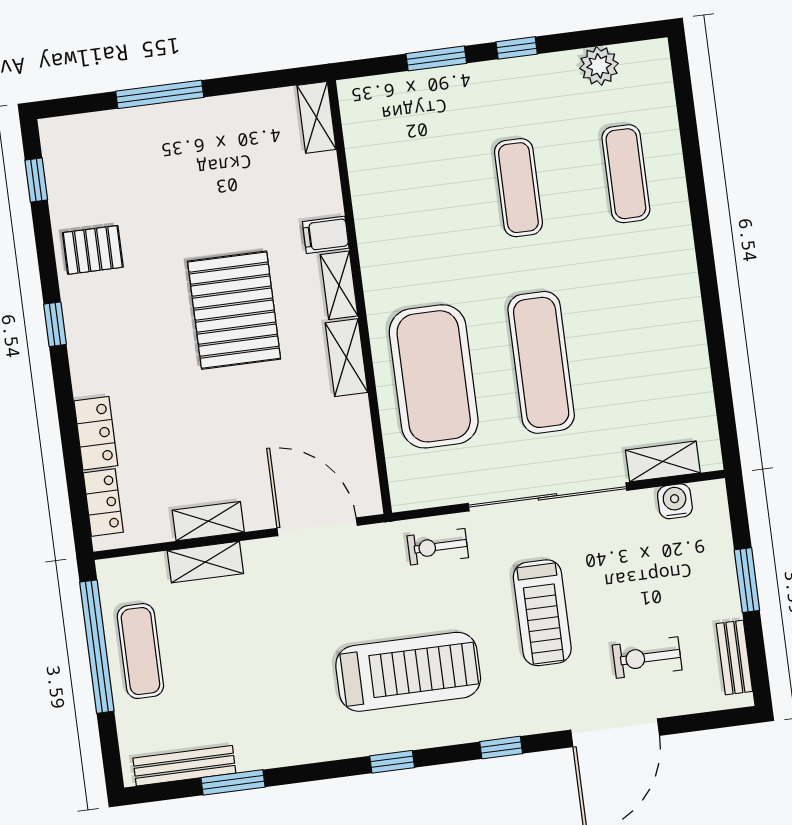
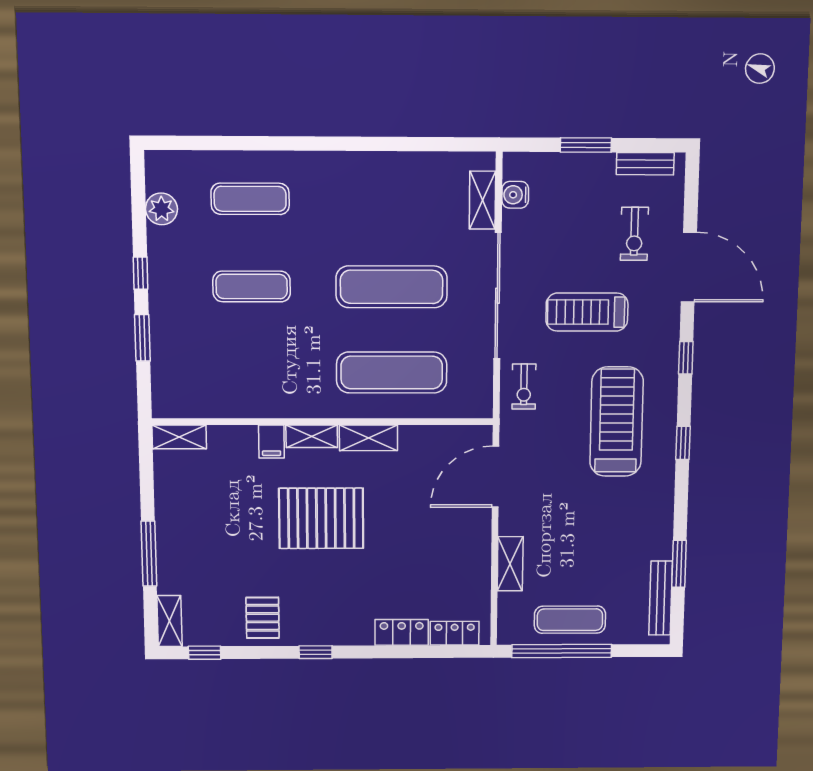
exercise mat: (434, 376) -> (392, 372), width x0.68
shelving: (208, 521) -> (169, 621), moved
treadmill: (542, 613) -> (587, 312), turned 180

